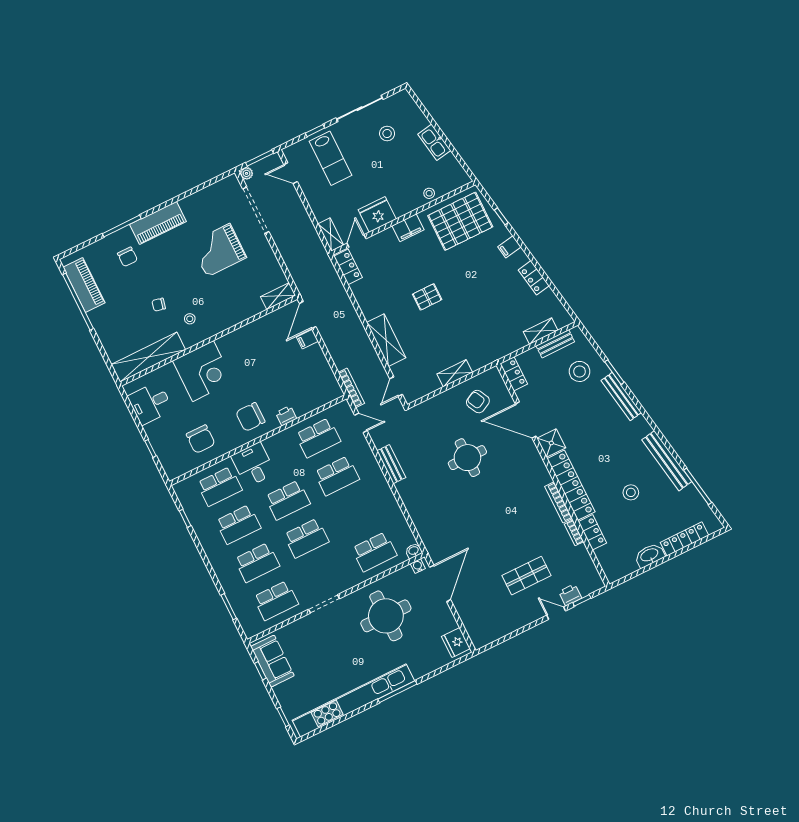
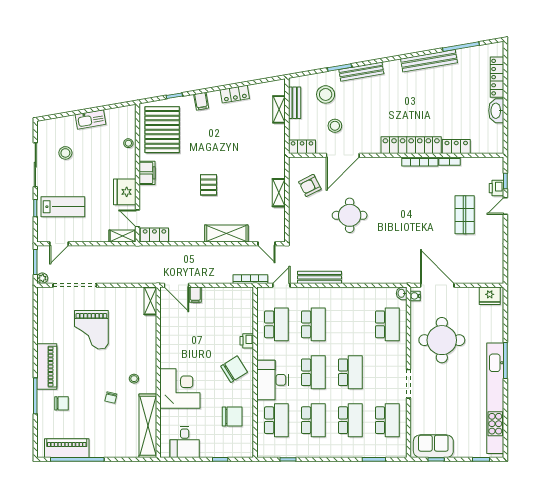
chair: (250, 417) -> (234, 369), turned -122
shower: (551, 443) -> (371, 144), removed
bench: (391, 464) -> (319, 277), width x1.36
desk: (253, 465) -> (272, 380), width x1.37
stool: (631, 492) -> (335, 126), moved

